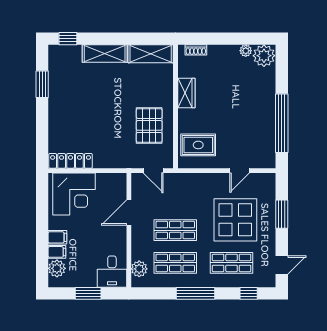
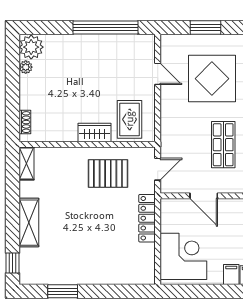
shelving: (151, 54) -> (27, 164), width x0.67, depth x0.75
wardrobe: (186, 93) -> (95, 132), moved
locker: (71, 161) -> (147, 218), moved

